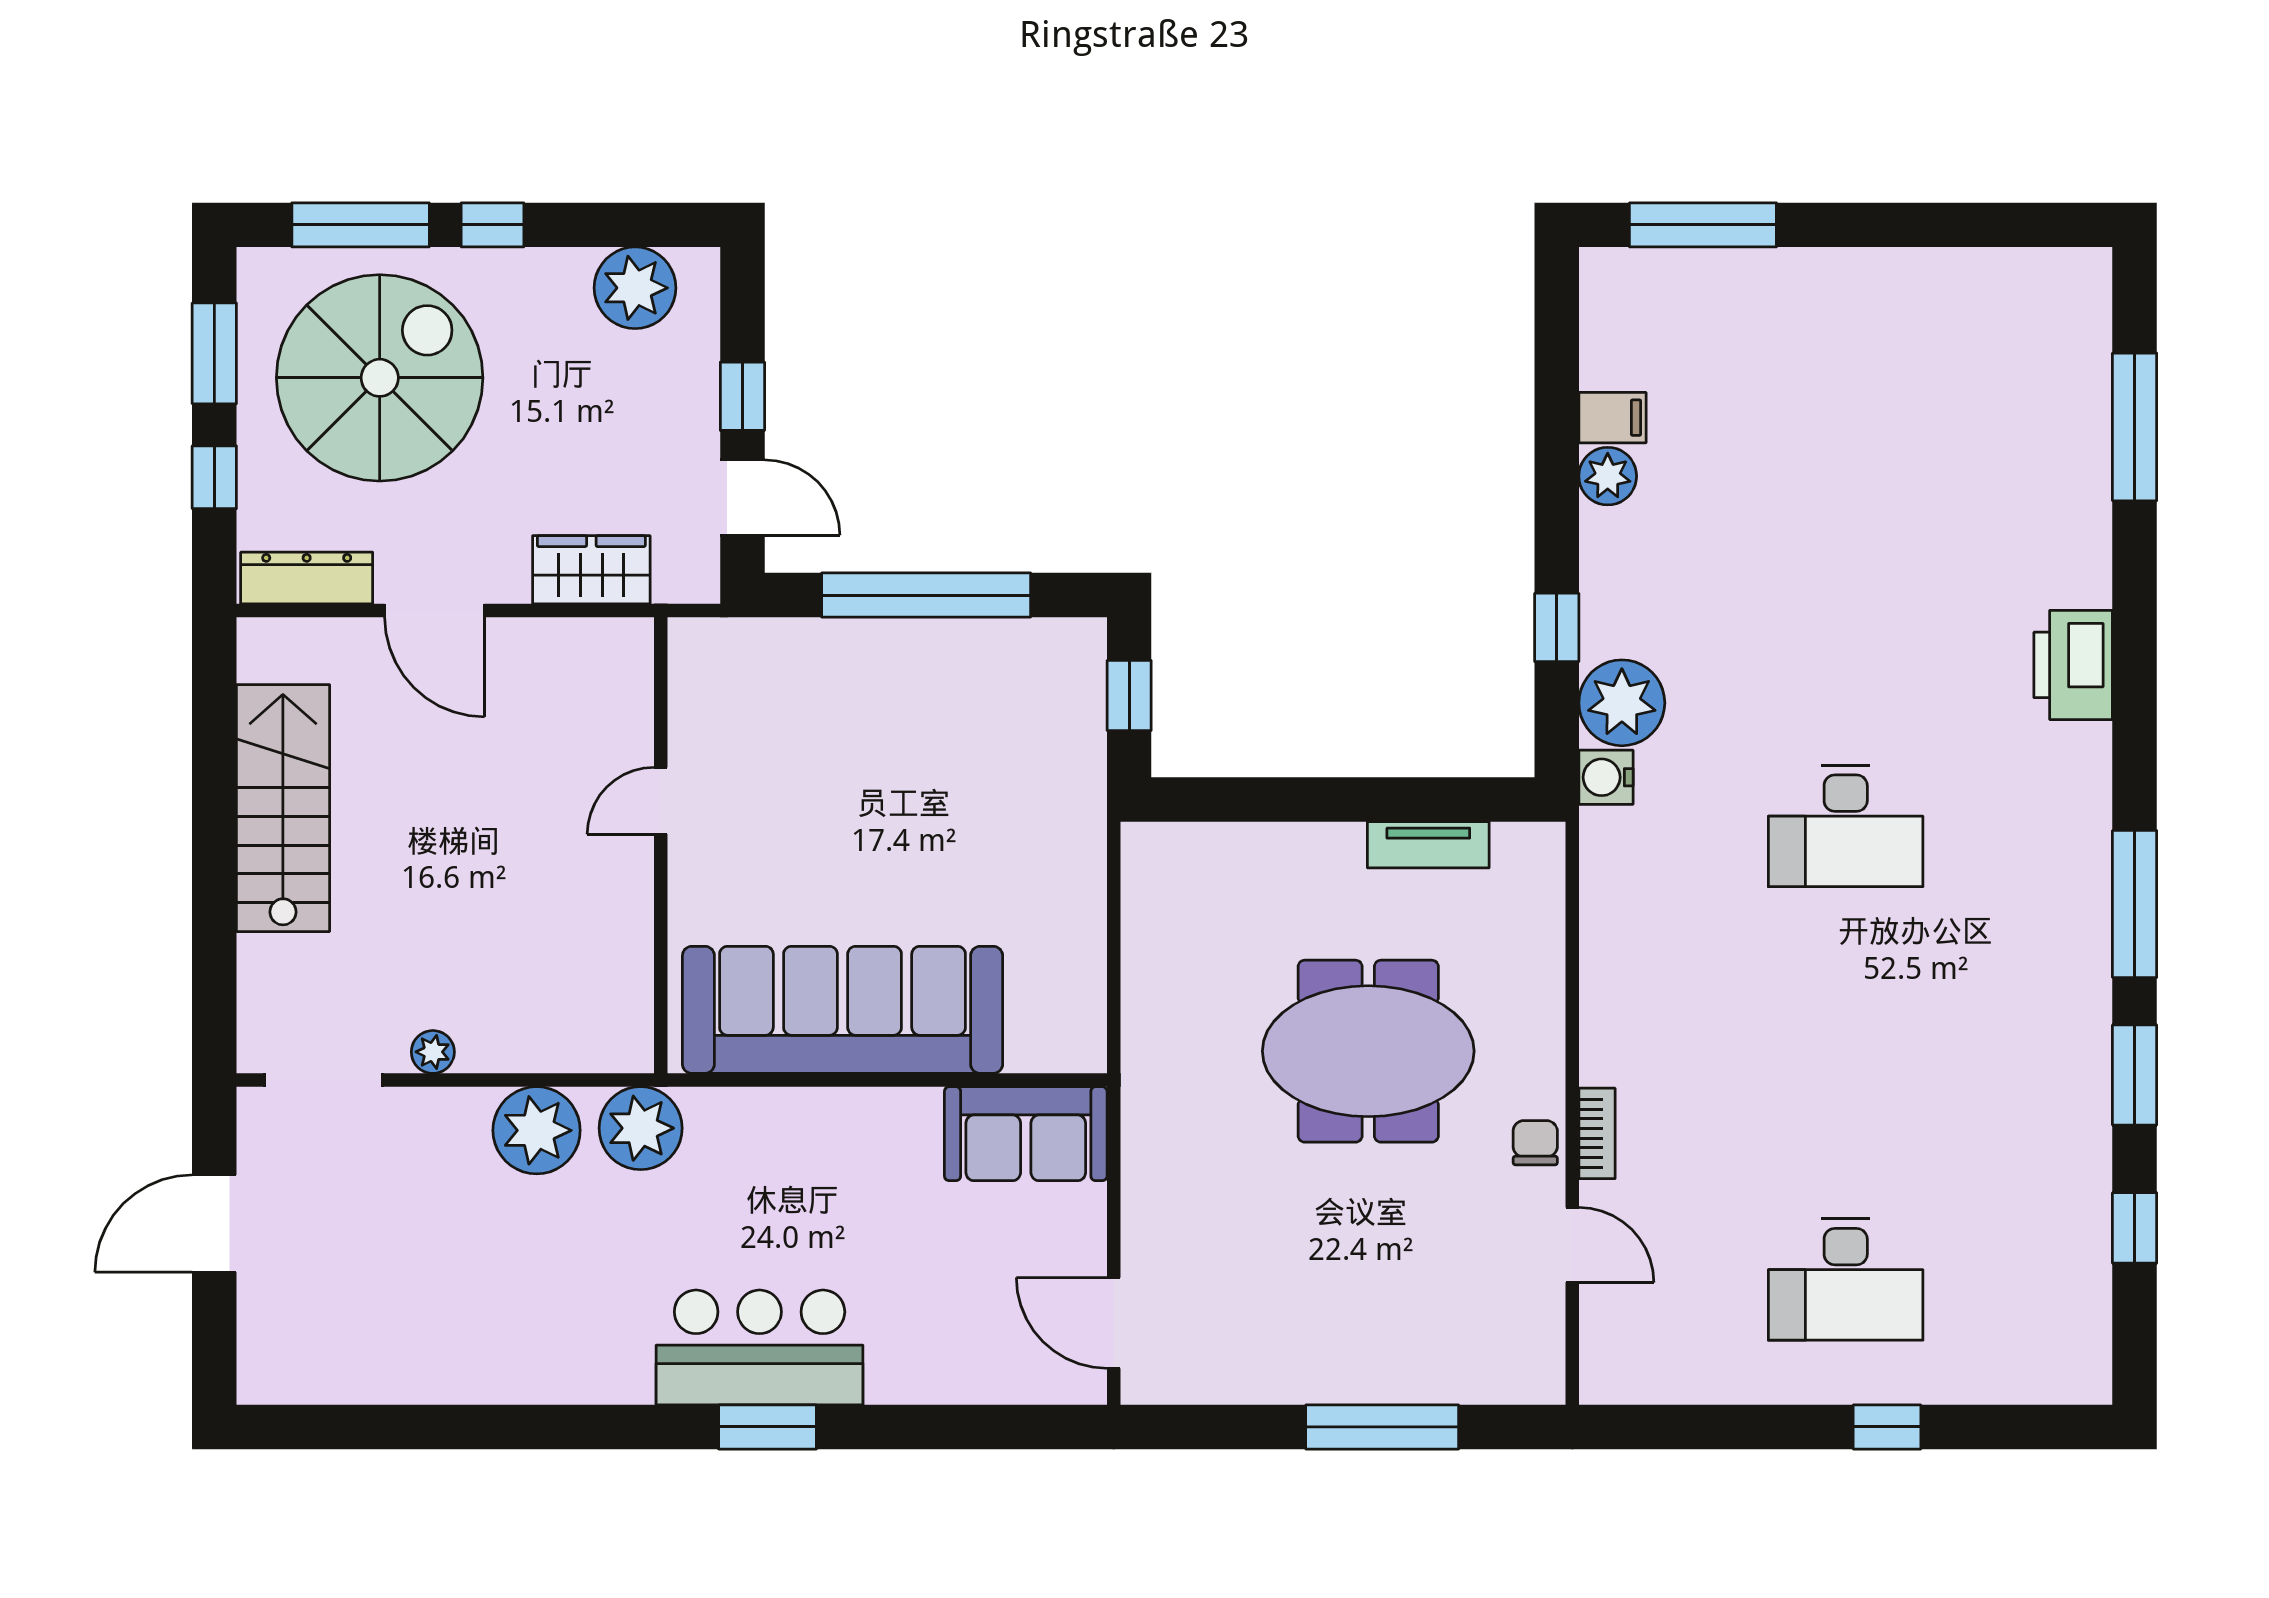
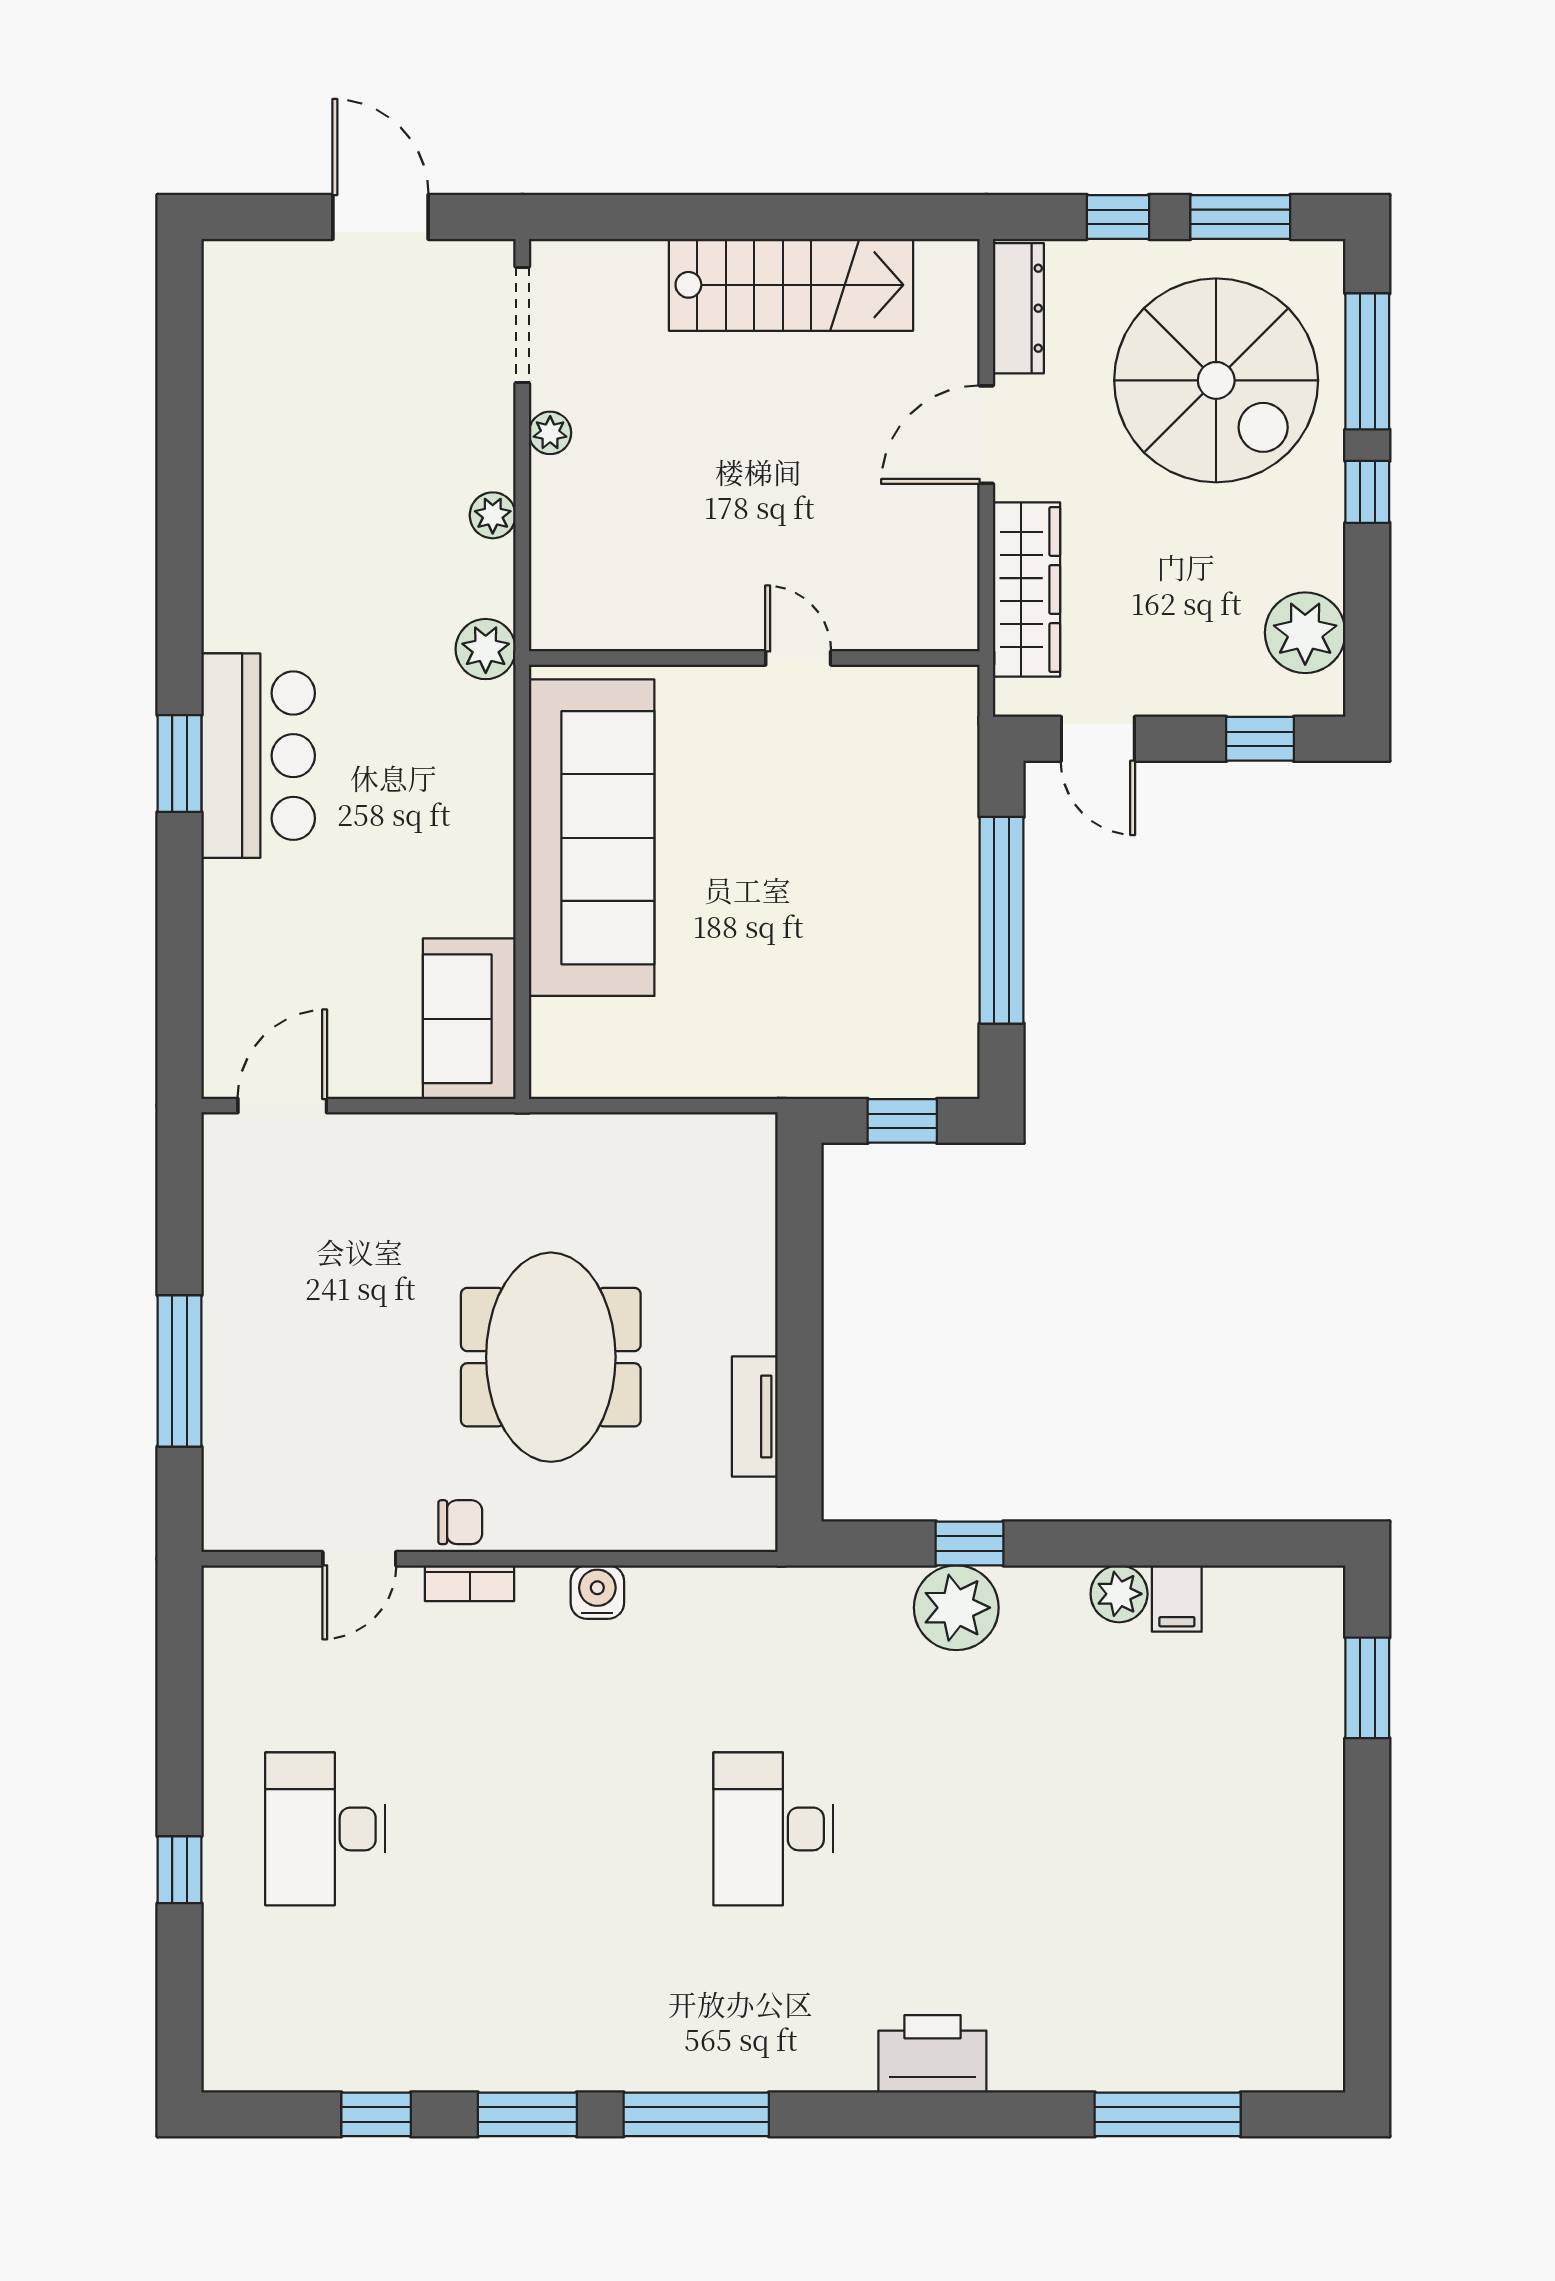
window: (1703, 225) -> (1367, 1688), width x0.69
window: (742, 396) -> (1260, 739), moved
door: (742, 498) -> (1098, 739), hinge flipped
wardrobe: (591, 570) -> (1026, 590), width x1.50
plant: (1622, 703) -> (956, 1608), moved
water cooler: (1606, 777) -> (597, 1592), moved
plant: (641, 1128) -> (486, 649), width x0.73, depth x0.73
plant: (537, 1130) -> (493, 515), width x0.53, depth x0.53

